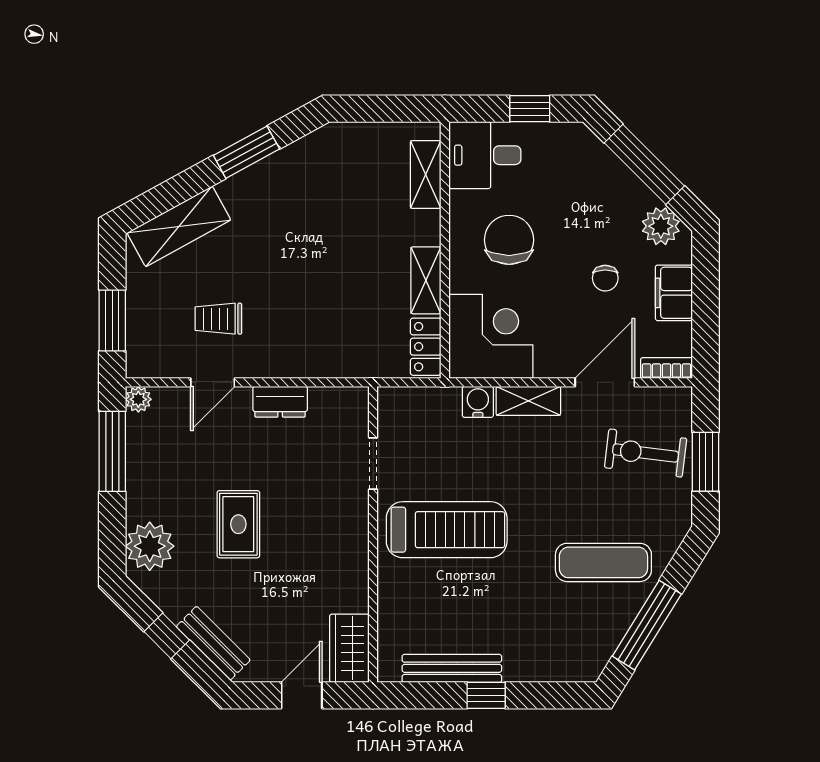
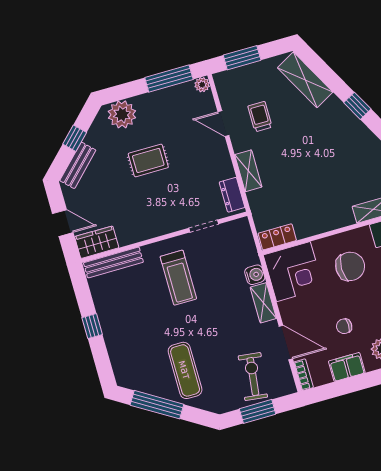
window: (246, 152) -> (357, 106), width x0.67
shelving: (426, 280) -> (248, 171), moved, turned 90
dresser: (280, 402) -> (232, 195), moved
treadmill: (447, 530) -> (178, 278), width x0.73, depth x0.73
bench: (452, 668) -> (113, 262), moved, turned 90

